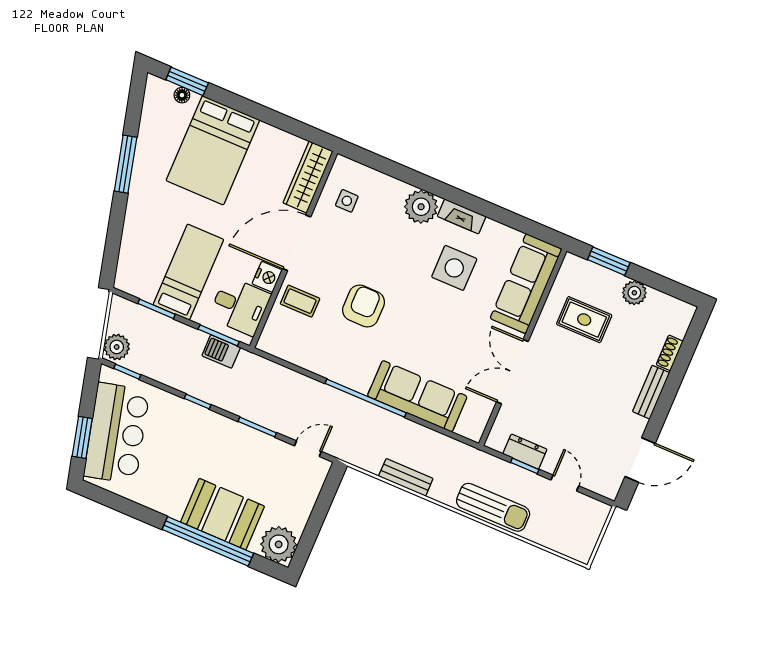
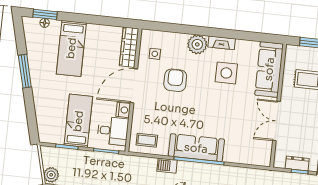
bed: (213, 150) -> (71, 48), width x0.67
coffee table: (300, 301) -> (147, 140), moved
armchair: (364, 306) -> (175, 80), moved
barbecue: (221, 352) -> (167, 166), moved
sofa: (417, 396) -> (196, 148), moved

